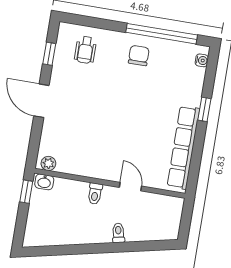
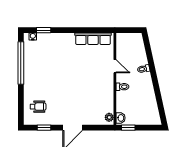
chair: (139, 56) -> (36, 74), removed
window: (204, 109) -> (44, 30), moved
row of seats: (183, 148) -> (93, 39), width x0.73
door: (130, 187) -> (115, 66), swing flipped

